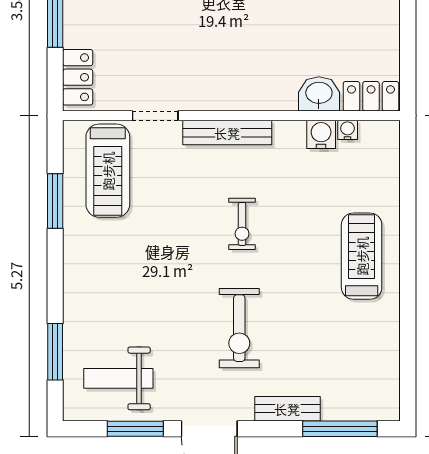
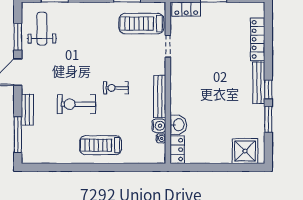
bench: (227, 133) -> (160, 96), moved
treadmill: (362, 256) -> (101, 145), turned 180
exercise bike: (239, 328) -> (77, 104), moved

